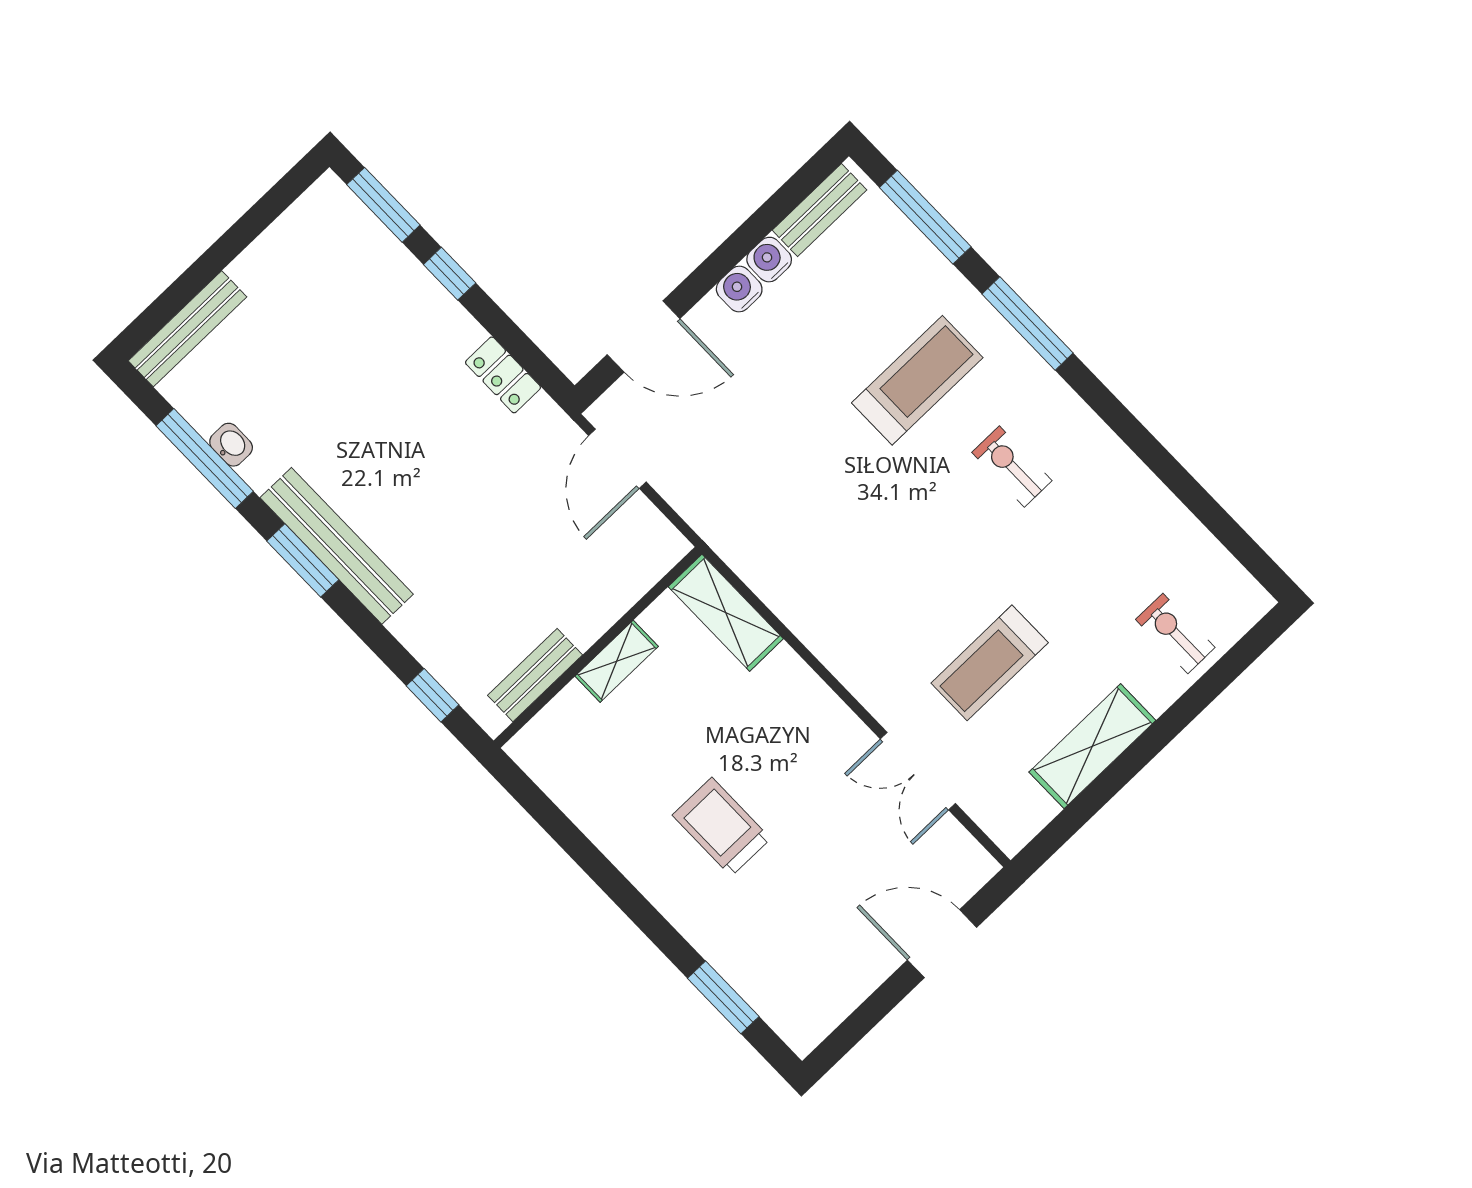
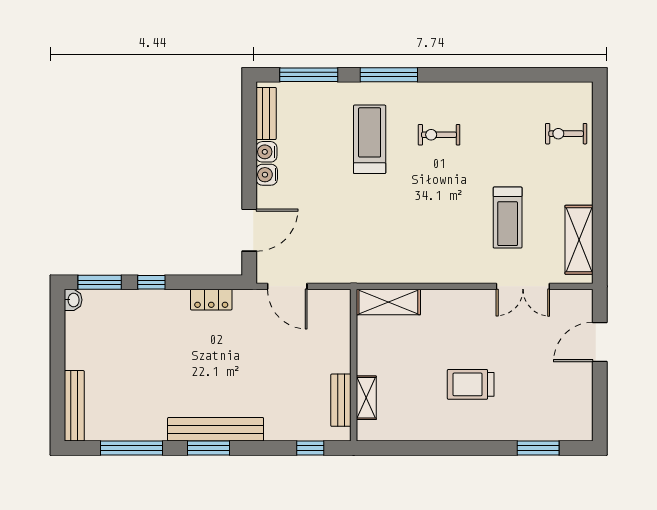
washbasin: (231, 445) -> (73, 300), moved, turned 90
shelving: (617, 661) -> (366, 398), moved
shelving: (1092, 746) -> (579, 240), moved

